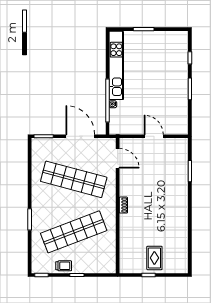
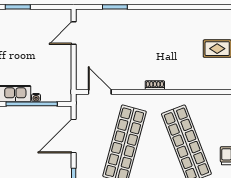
door: (154, 136) -> (74, 33), moved
door: (118, 158) -> (100, 92), hinge flipped

